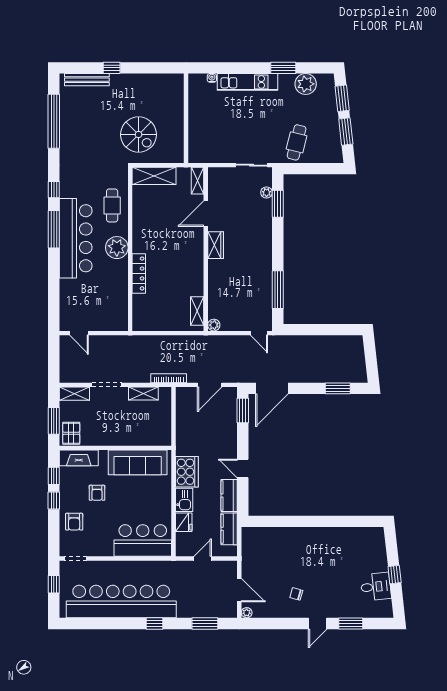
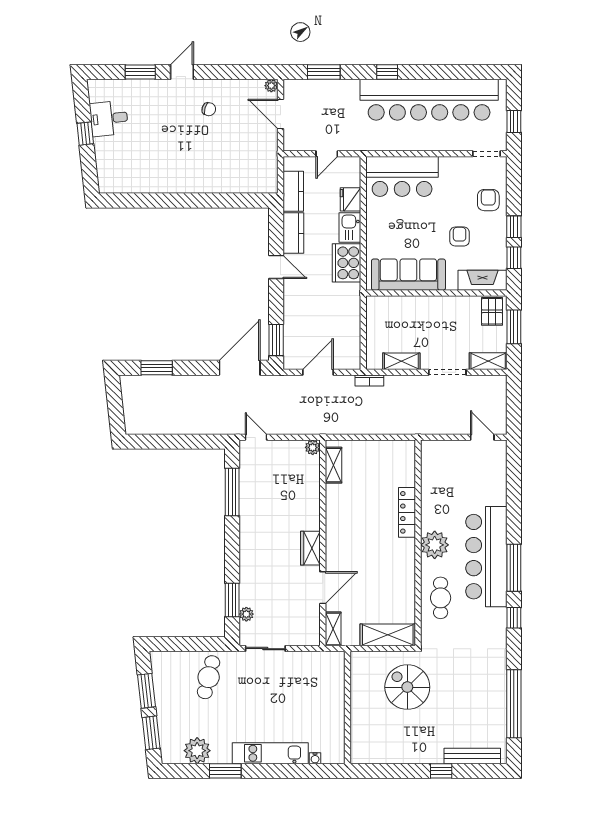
bookcase: (169, 378) -> (369, 381), width x0.64

